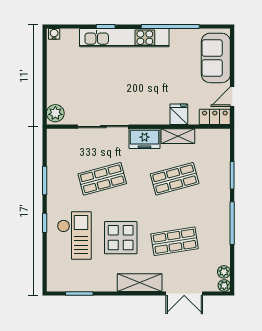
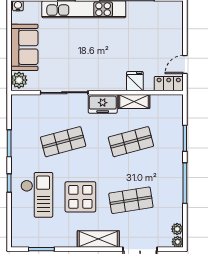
sofa: (216, 58) -> (24, 47), moved, turned 180

